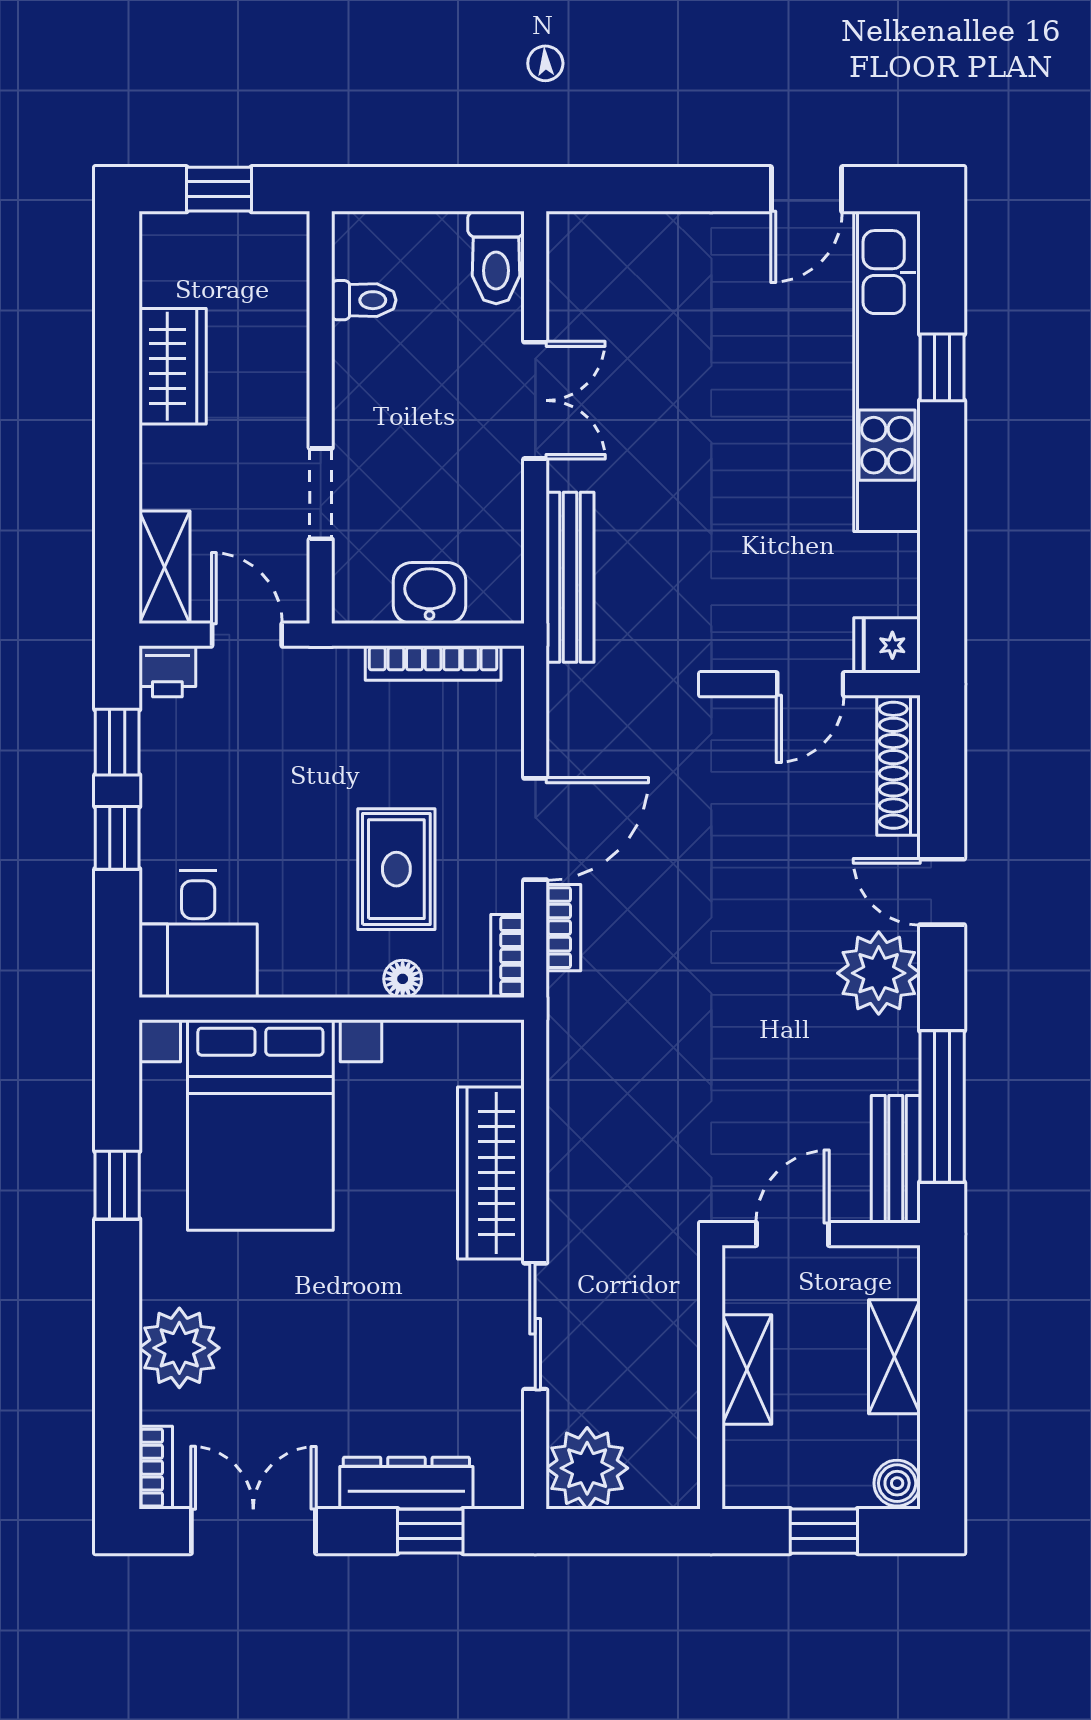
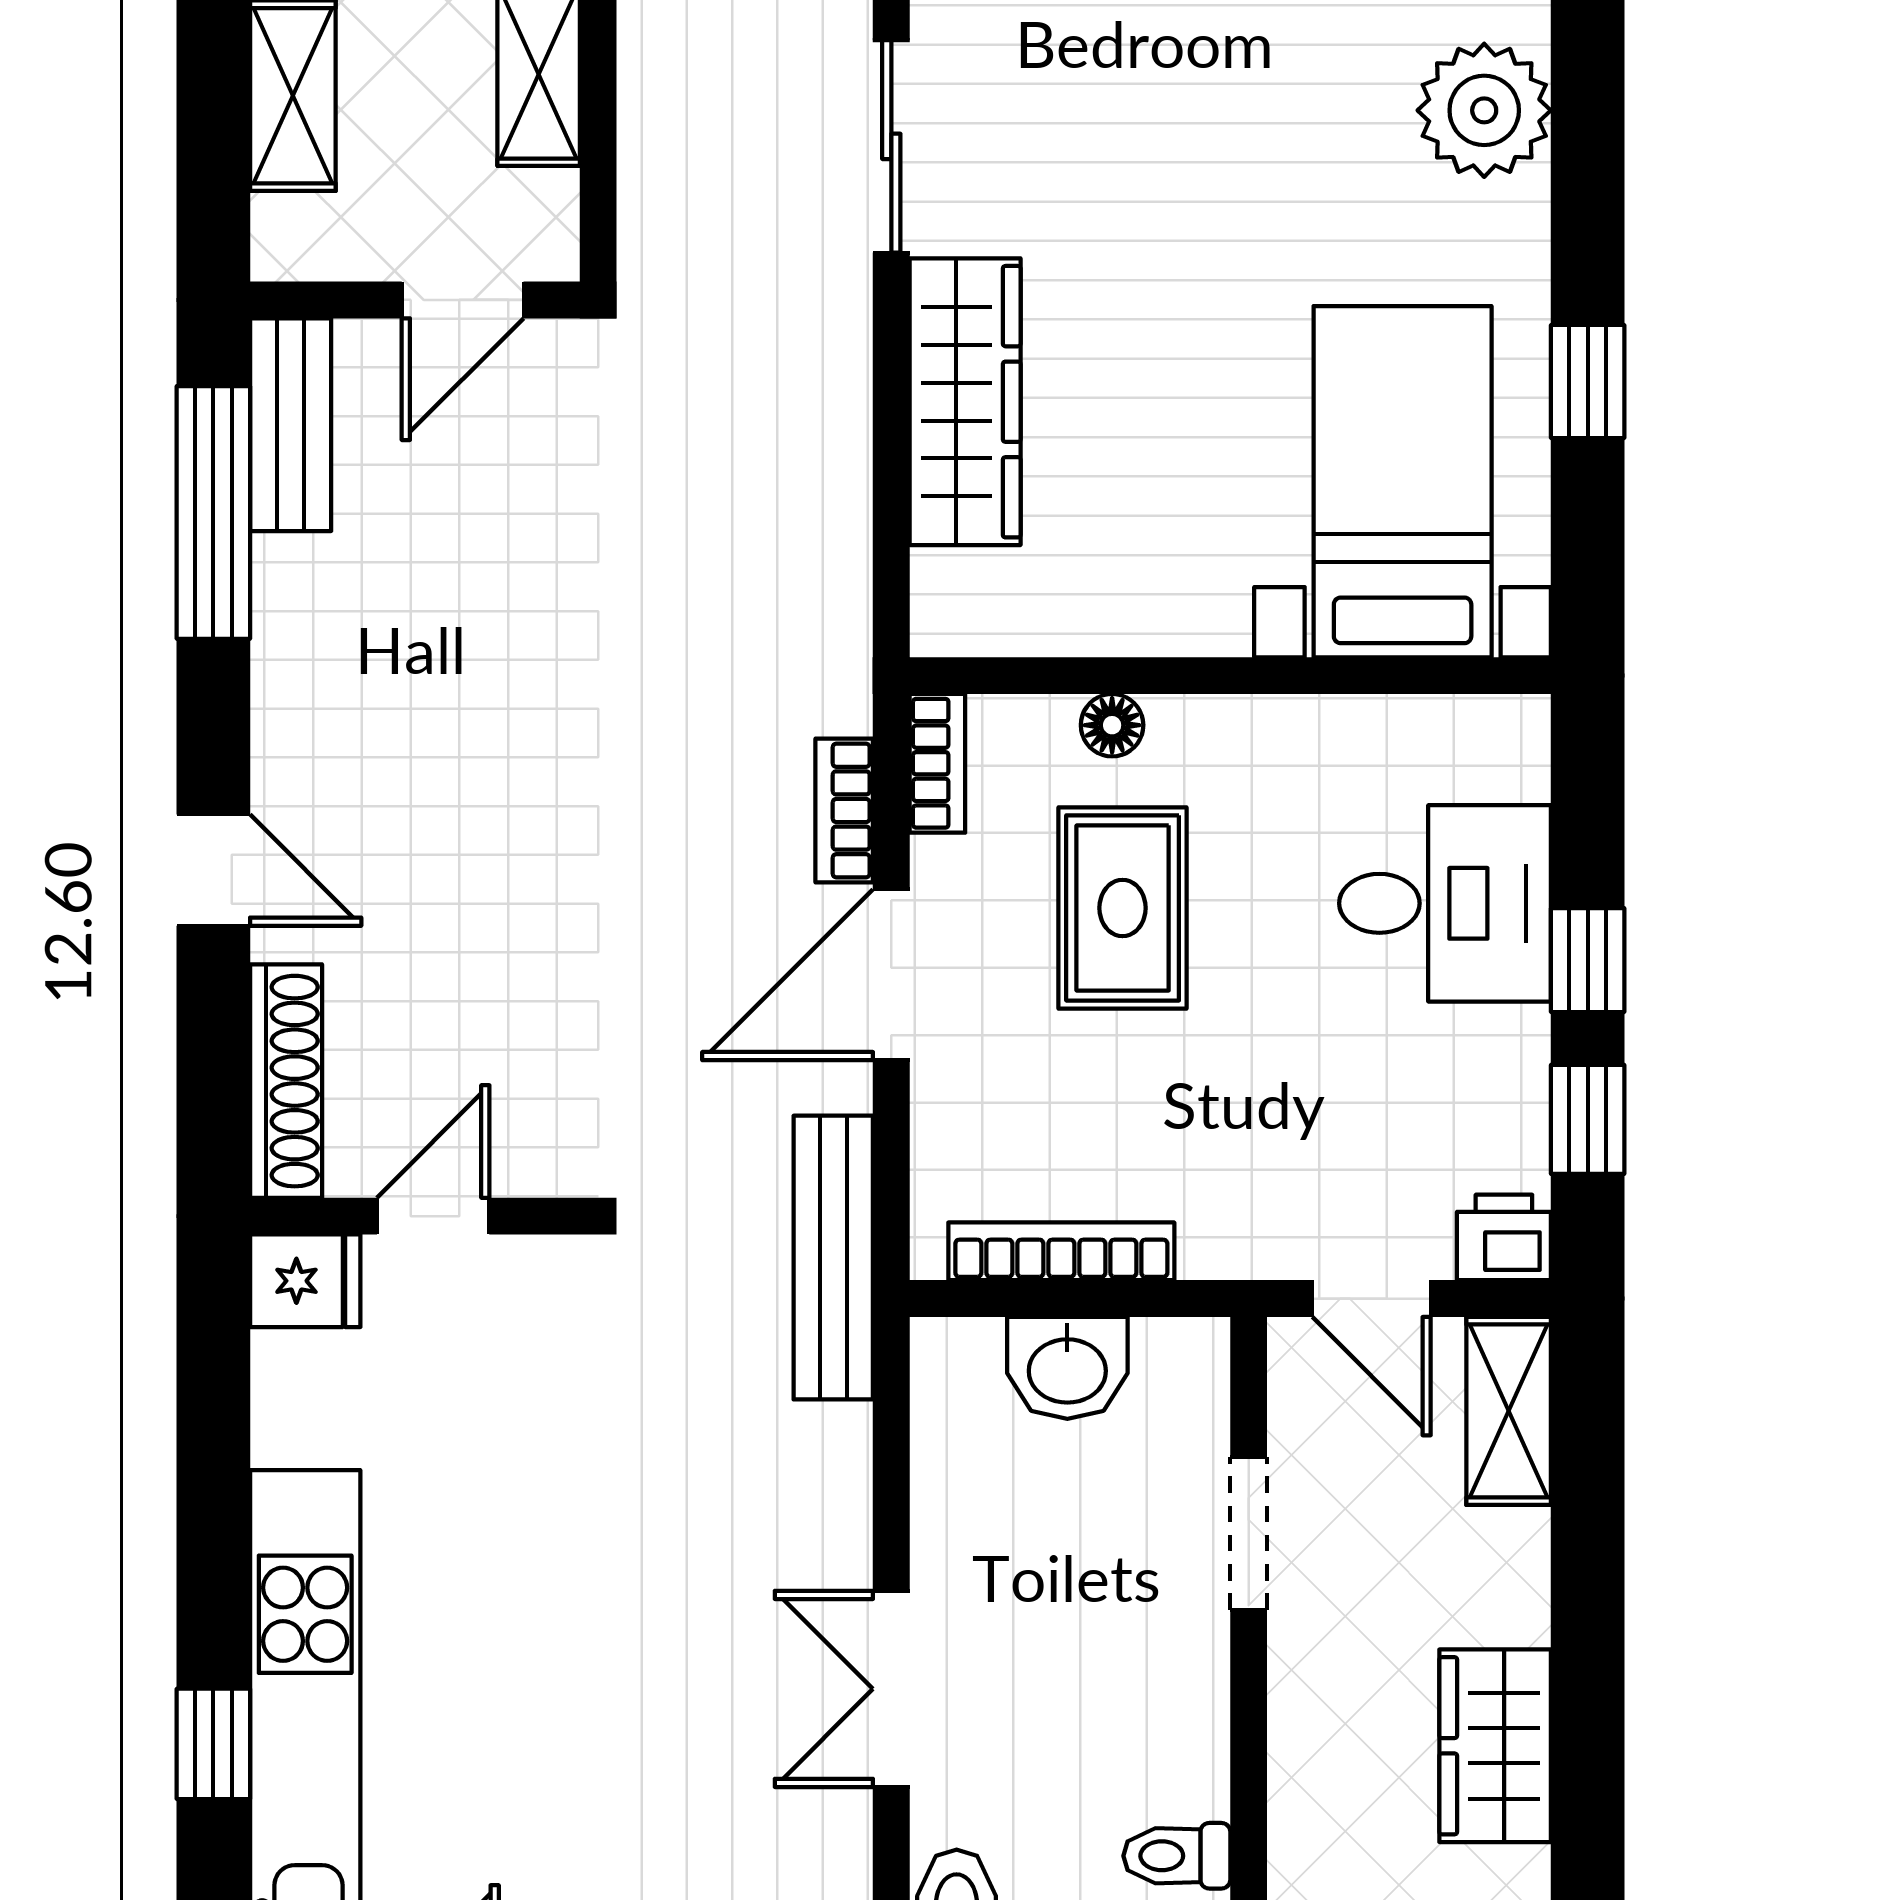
bench: (570, 577) -> (833, 1258), moved
desk: (198, 934) -> (1445, 903), moved, turned 90
plant: (879, 973) -> (319, 735), removed
bed with nightstands: (260, 1125) -> (1403, 482), width x0.73

